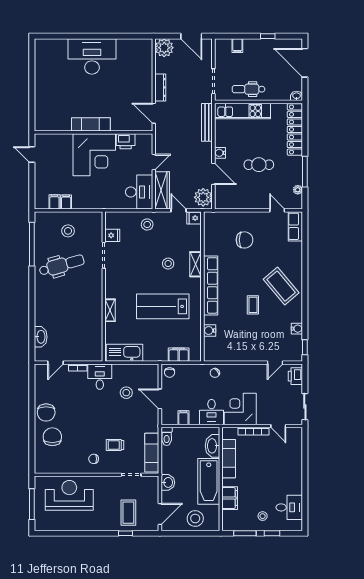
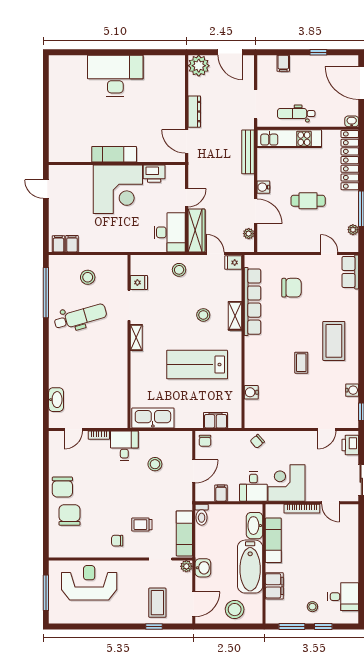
plant: (203, 197) -> (249, 234), width x0.53, depth x0.53
filing cabinet: (66, 202) -> (58, 244), moved
row of seats: (211, 285) -> (252, 302), moved
coffee table: (281, 286) -> (334, 341), turned 40
shelving: (110, 310) -> (136, 337), moved
door: (160, 399) -> (194, 471), swing flipped
plant: (153, 481) -> (186, 566), added

